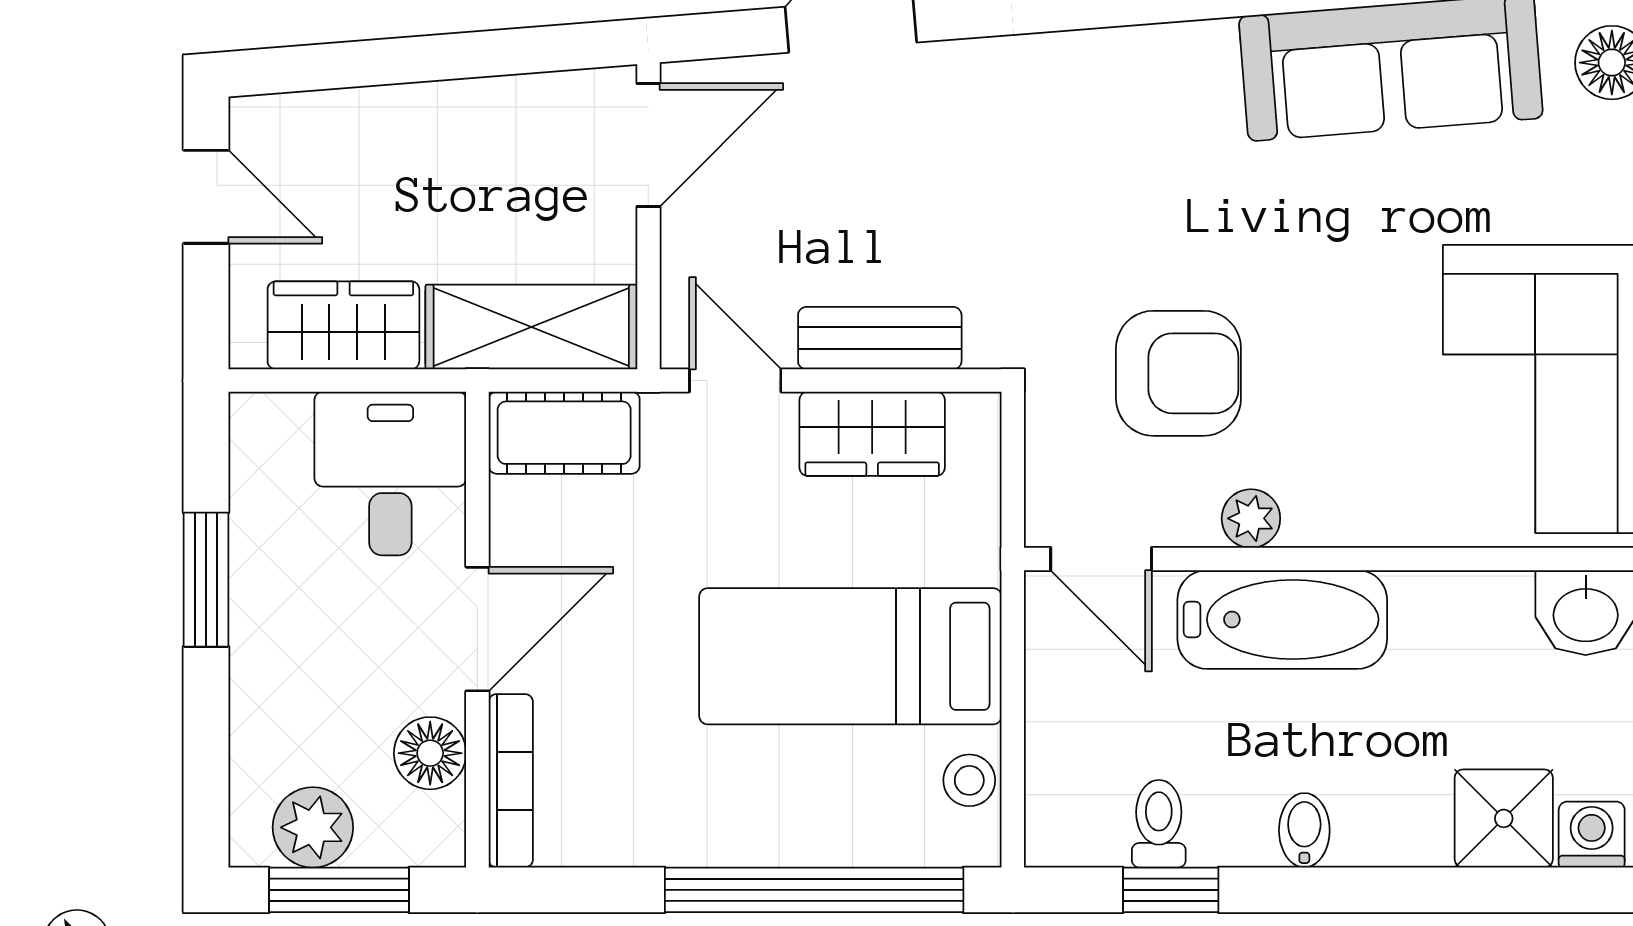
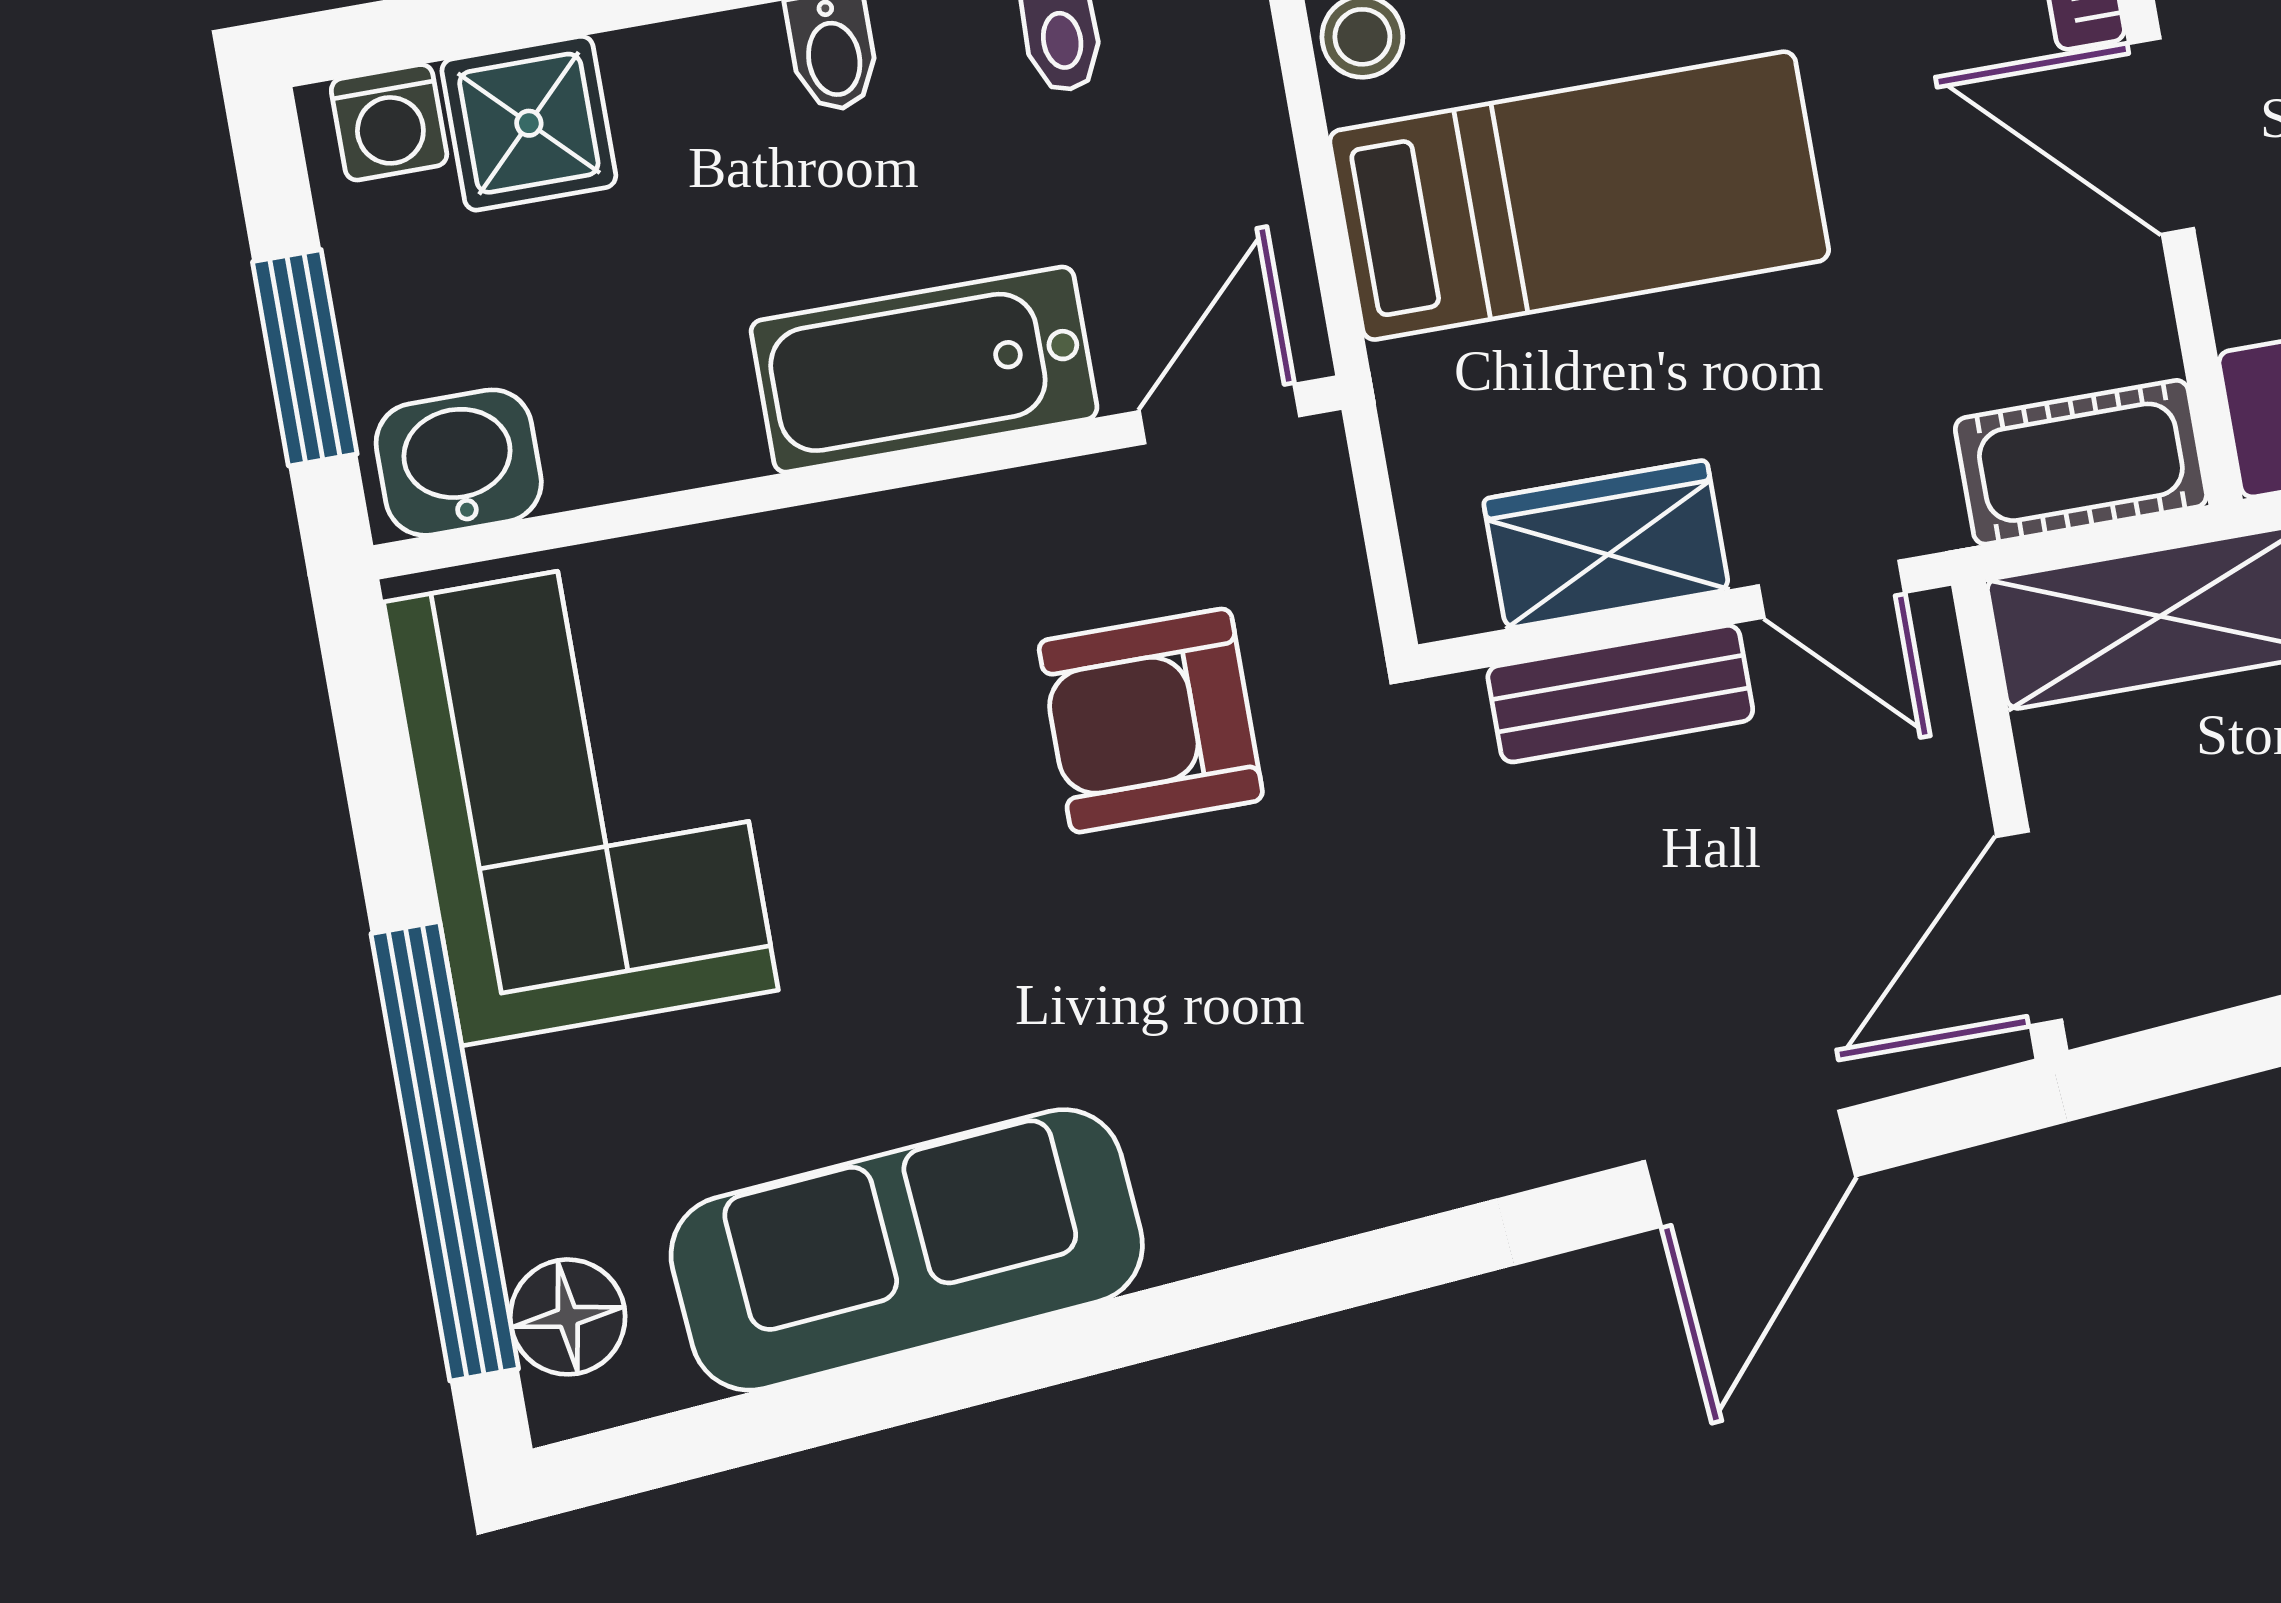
plant: (1251, 518) -> (1000, 517), removed
door: (1101, 559) -> (1219, 414), hinge flipped
door: (477, 629) -> (2161, 136), hinge flipped

